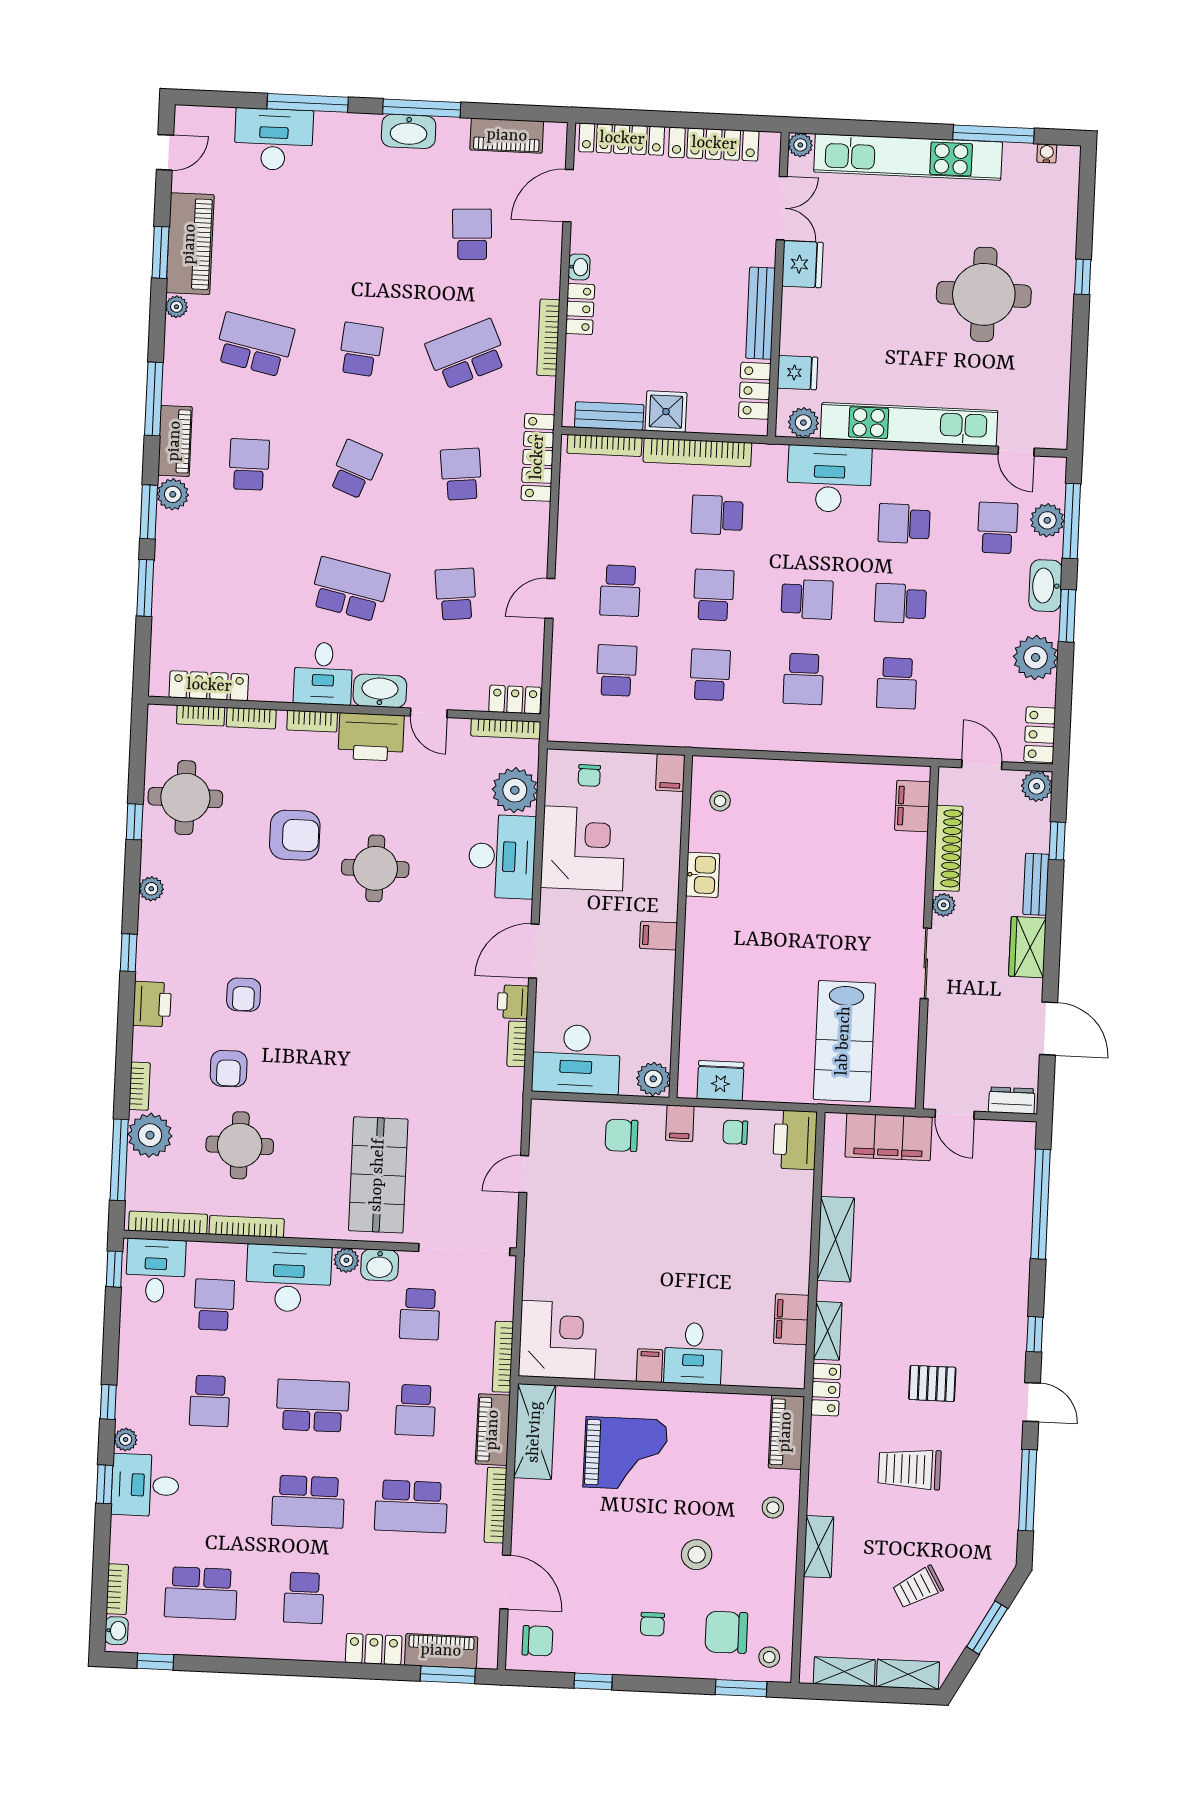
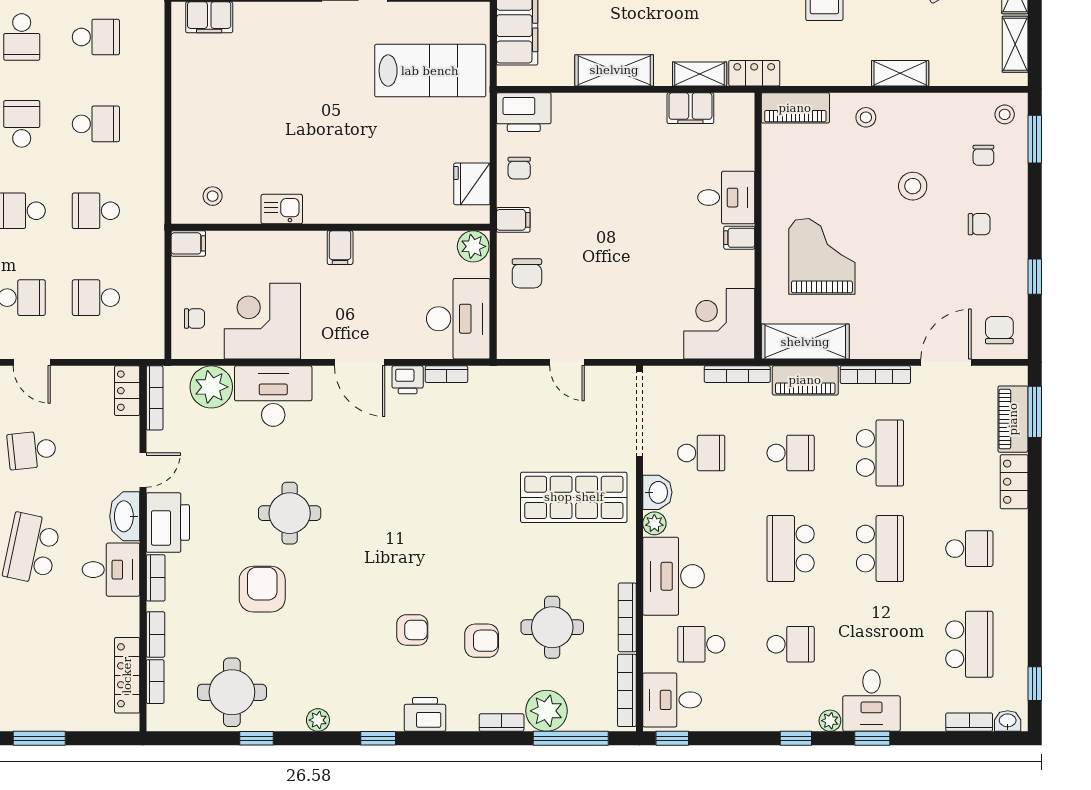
chair: (726, 1632) -> (983, 155), width x0.54, depth x0.54

